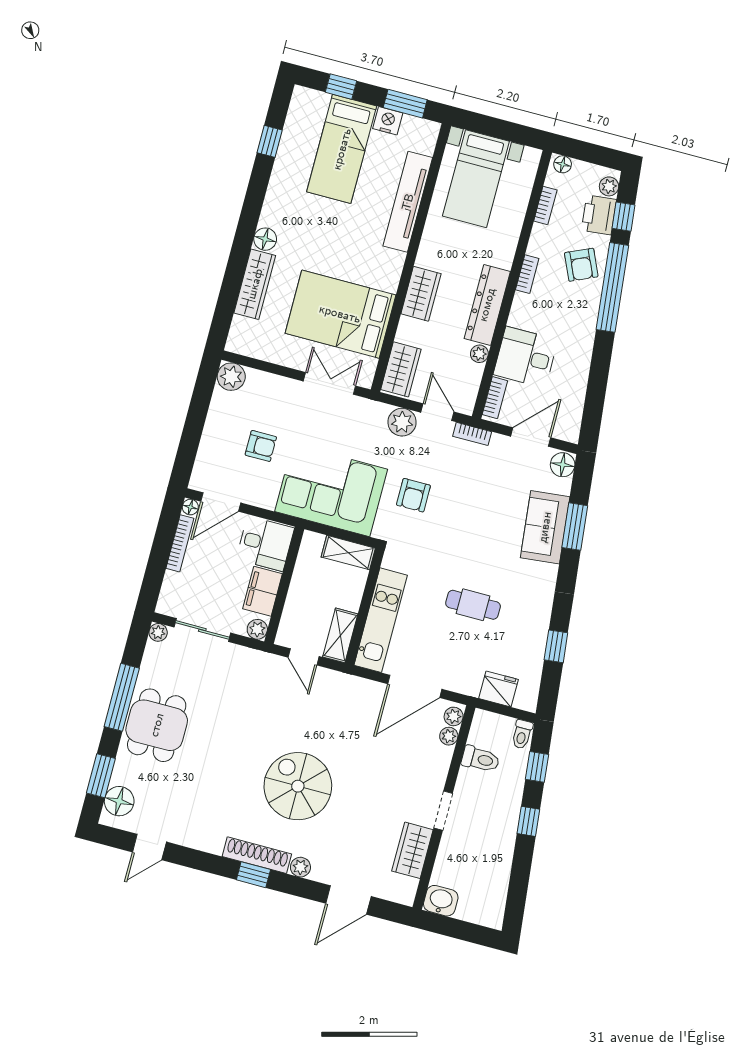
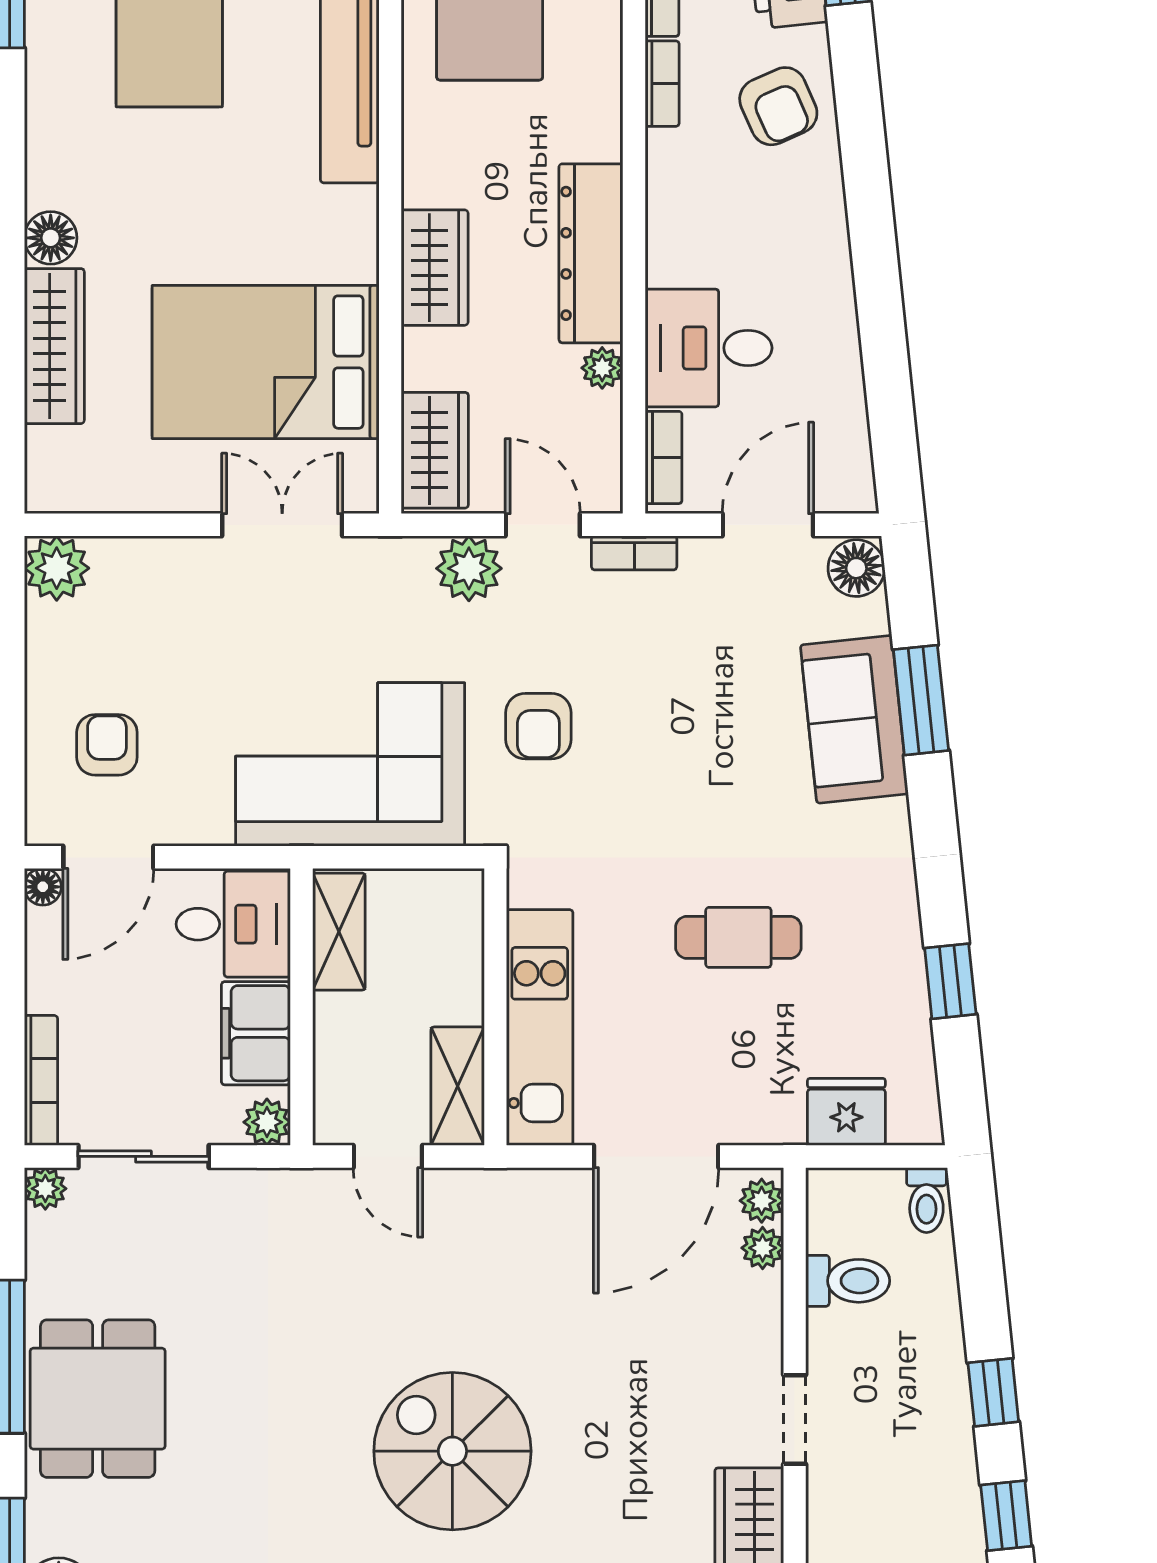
bookcase: (527, 274) -> (662, 84), moved
window: (612, 287) -> (862, 139), removed
armchair: (261, 446) -> (107, 745), moved, turned -90
bookcase: (180, 543) -> (41, 1080), moved
shelving: (348, 553) -> (339, 932), moved, turned 90
window: (537, 767) -> (1006, 1516), moved

